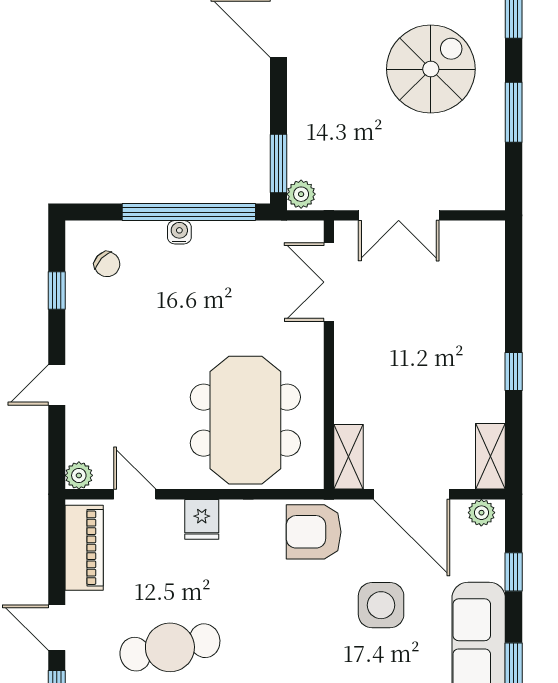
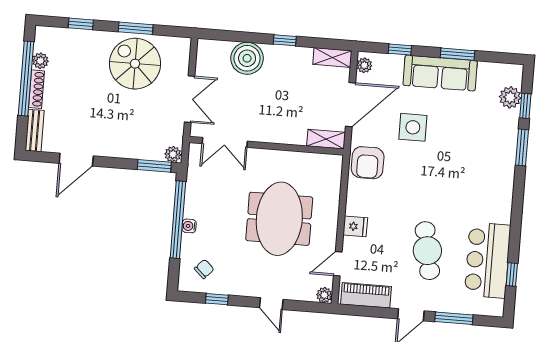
spiral stairs: (431, 69) -> (135, 64), moved
boiler: (477, 309) -> (247, 58), added
meeting table: (245, 420) -> (279, 219), moved, turned 90

